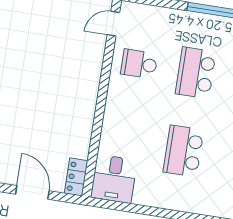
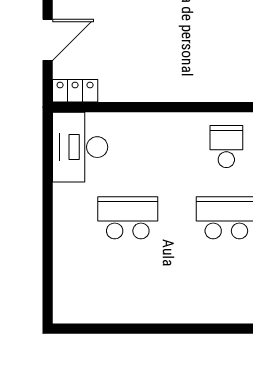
desk: (114, 179) -> (80, 147), width x1.37

